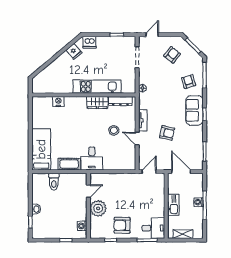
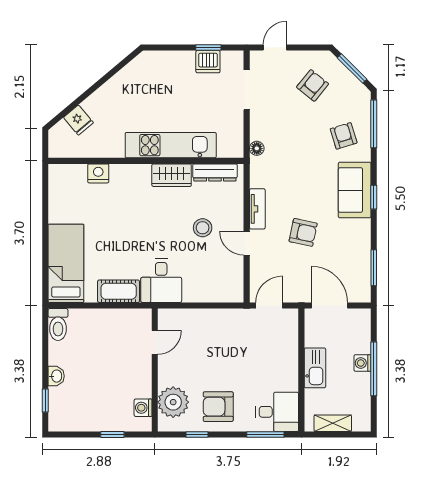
dishwasher: (89, 42) -> (208, 62), moved
fridge: (74, 51) -> (78, 120), moved
toilet: (54, 182) -> (58, 324), moved
plant: (98, 208) -> (173, 402), moved

